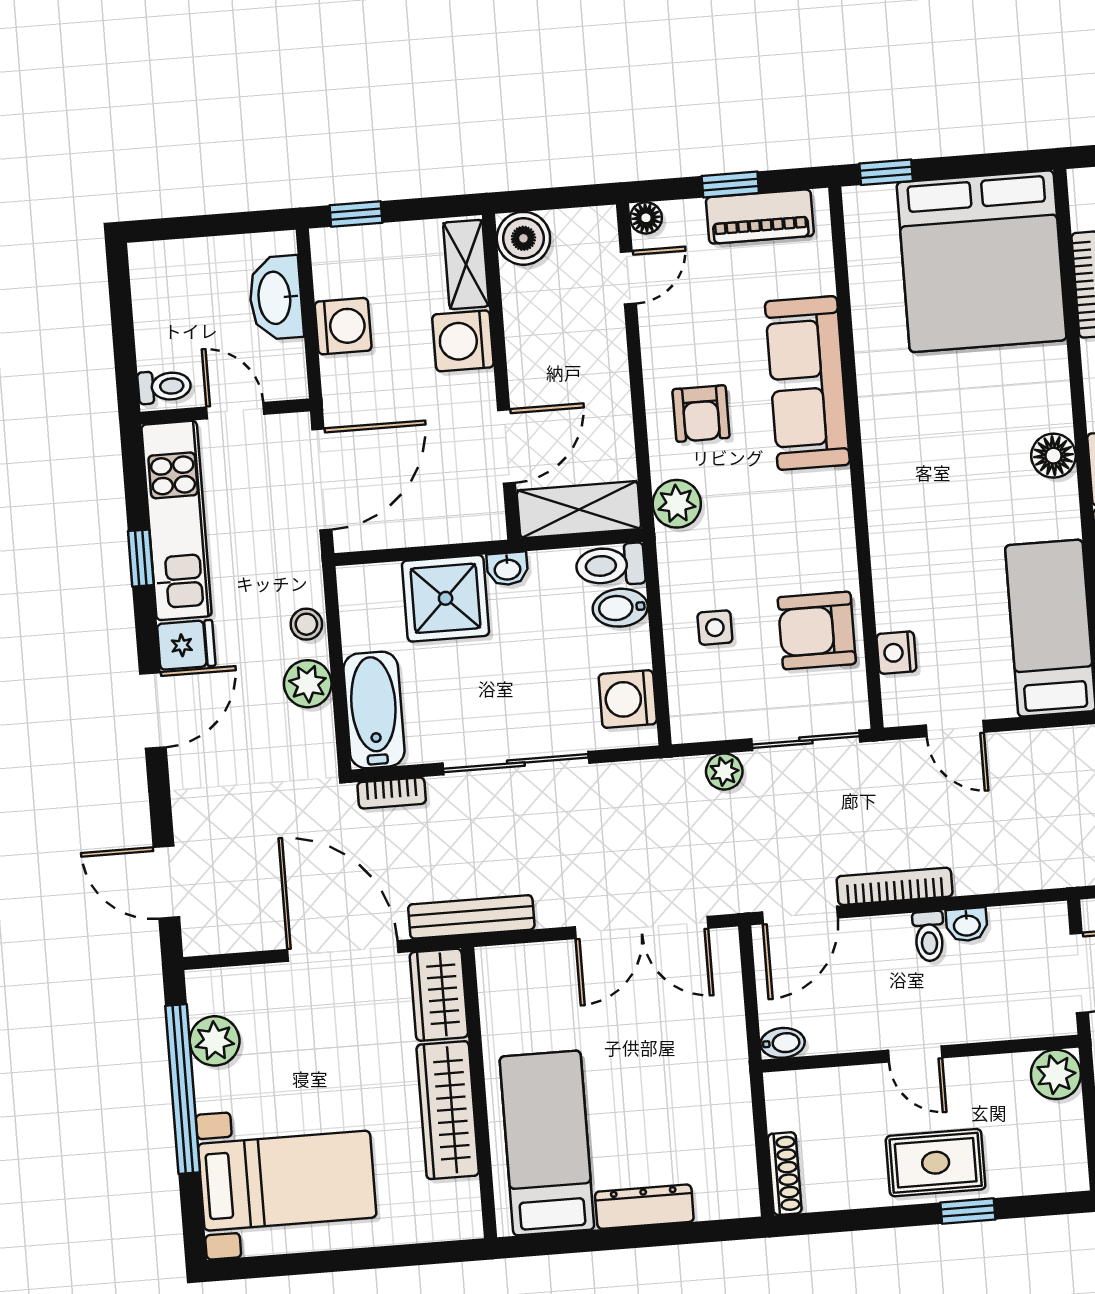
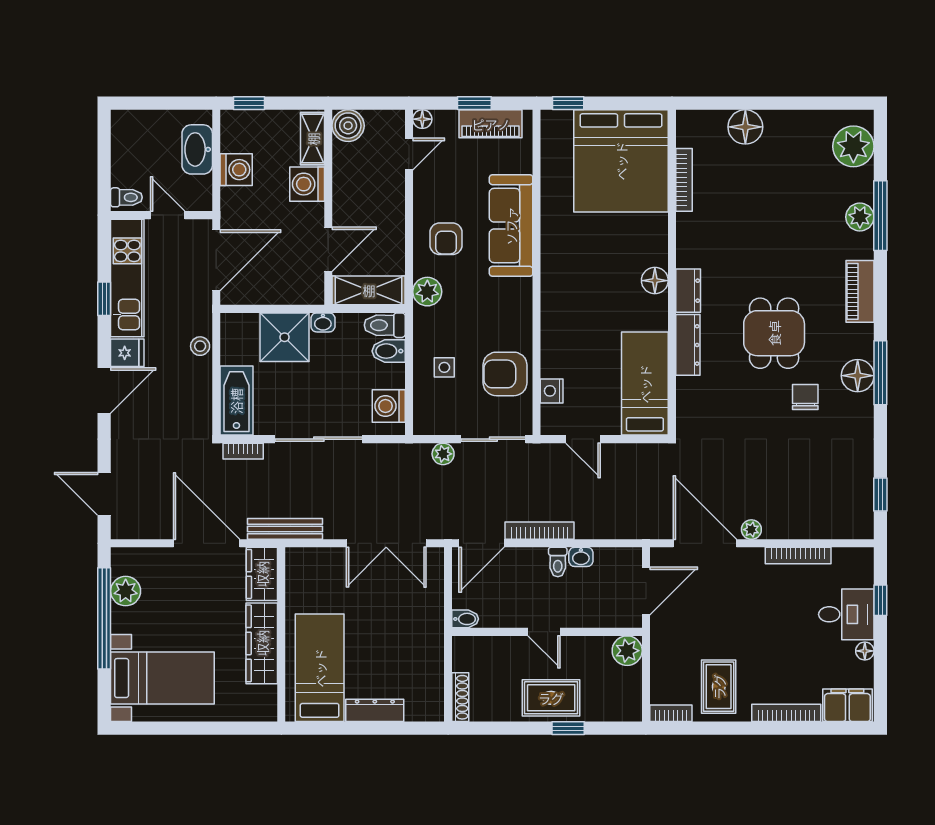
plant: (308, 684) -> (198, 382), removed

